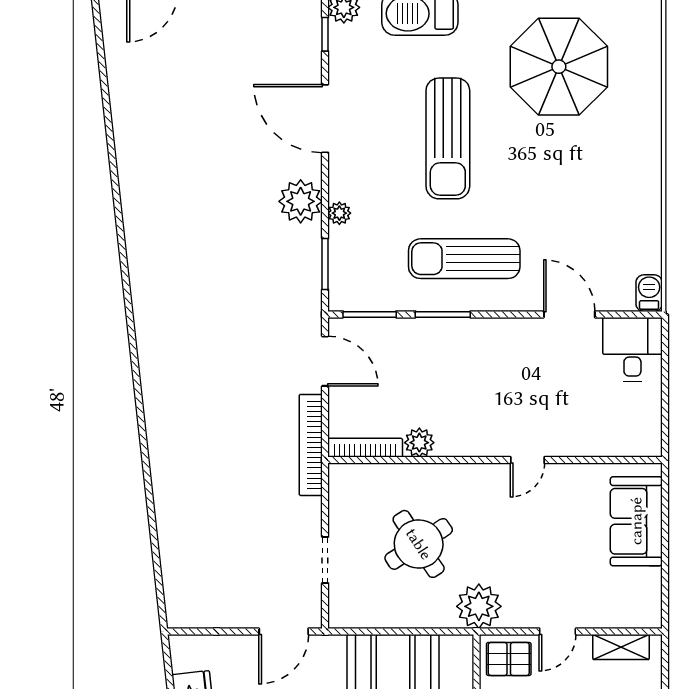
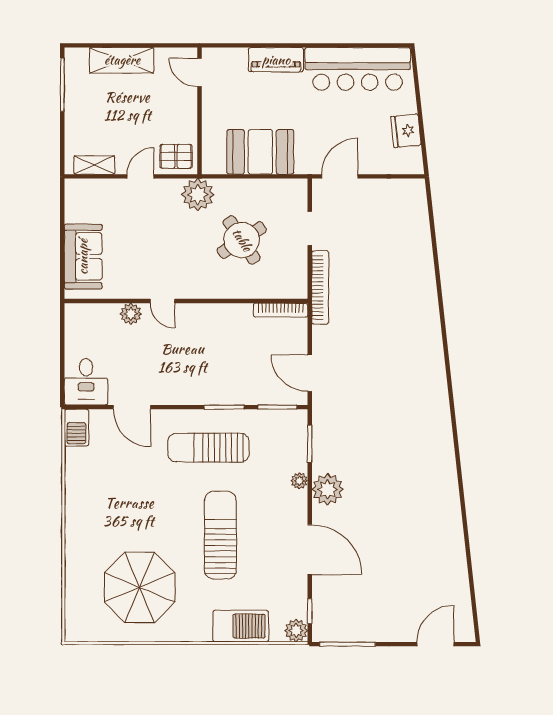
sun lounger: (464, 259) -> (208, 448), turned 180
barbecue: (649, 293) -> (76, 428), width x1.38, depth x1.27
plant: (419, 443) -> (131, 314), moved
bookcase: (311, 445) -> (320, 287), moved
door: (527, 460) -> (162, 301), swing flipped

